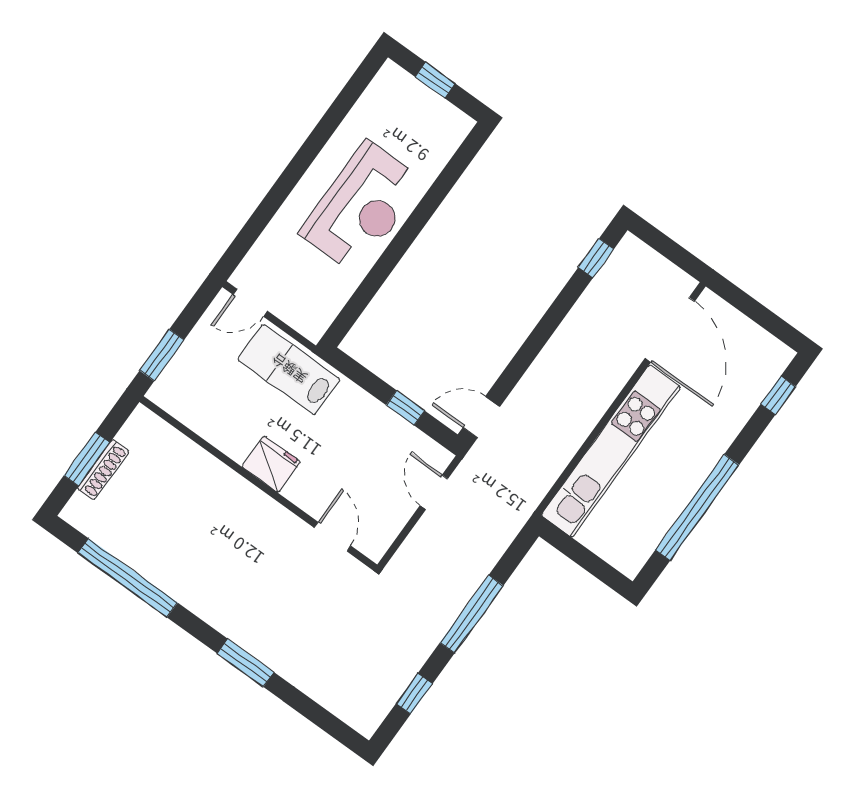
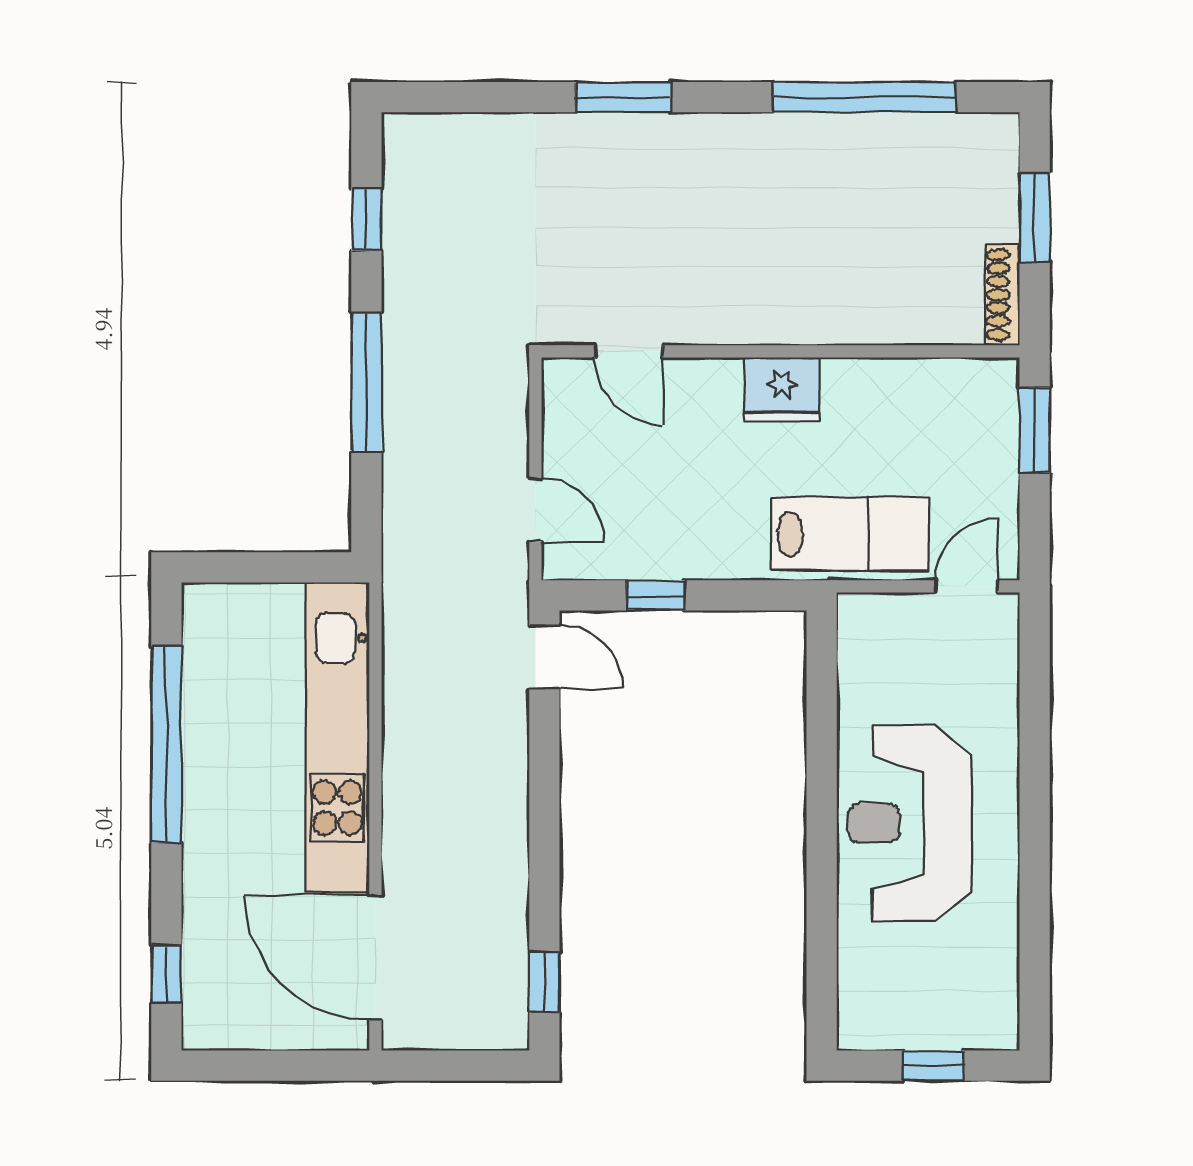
door: (481, 417) -> (544, 657), hinge flipped
shoe rack: (103, 470) -> (1002, 295), moved

